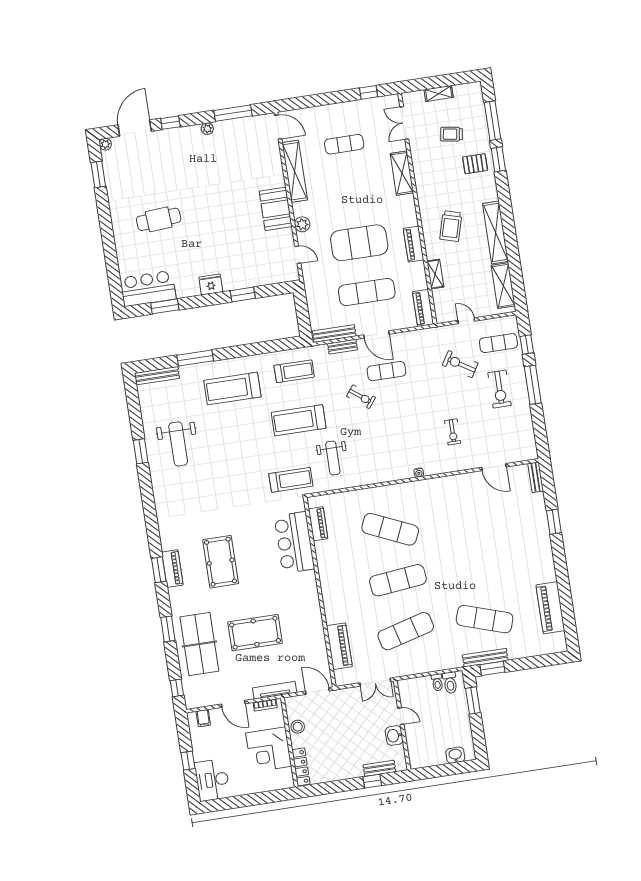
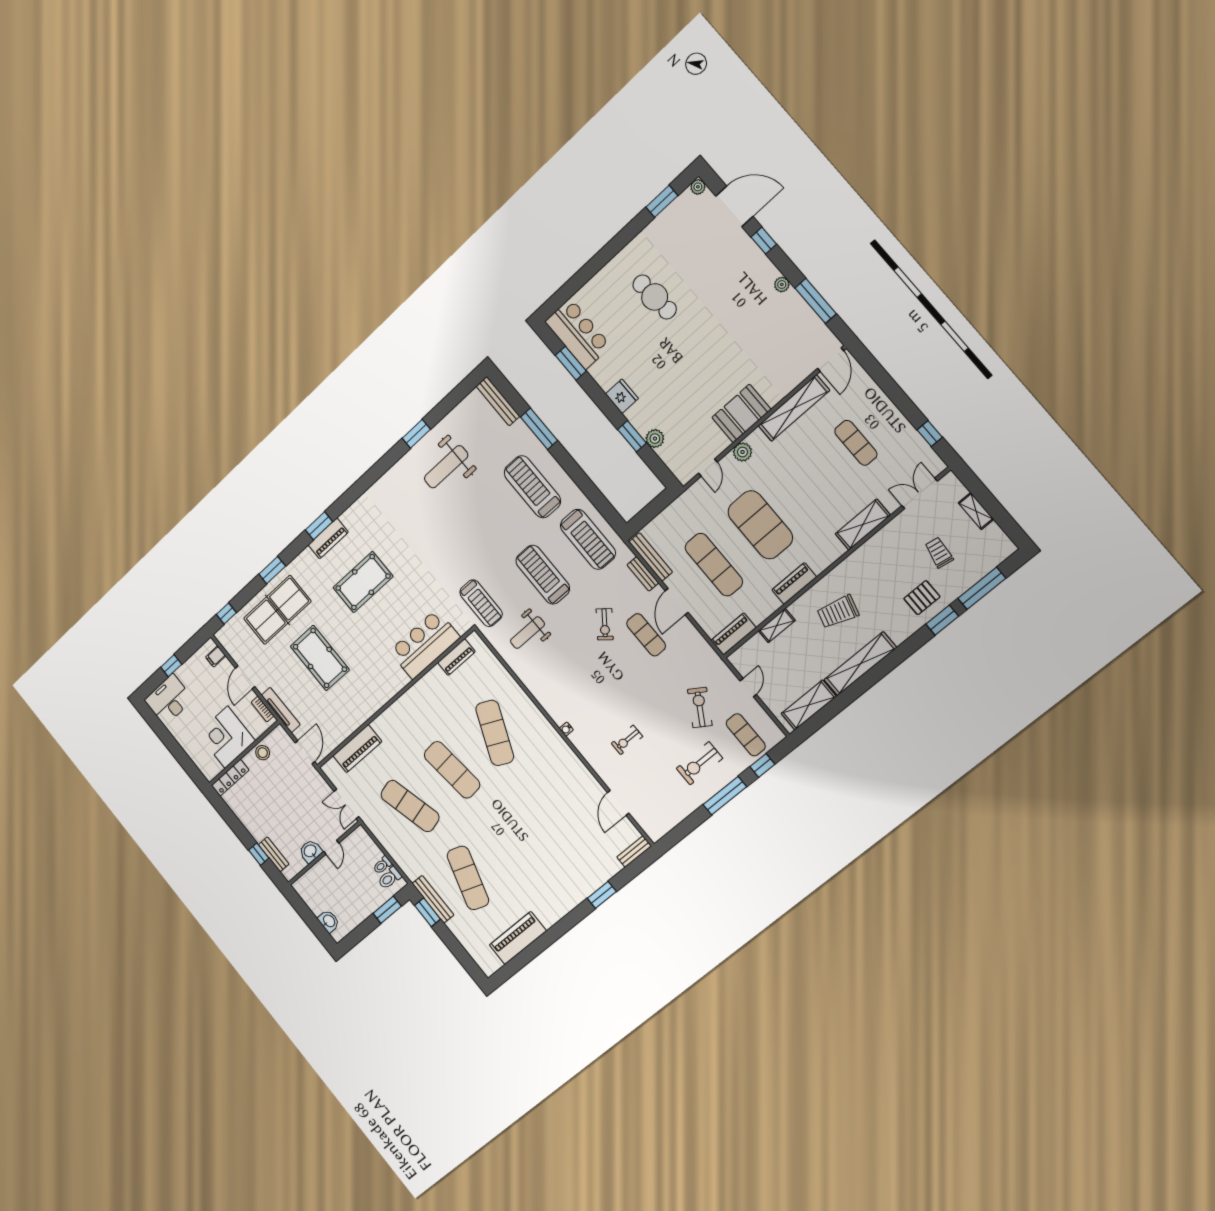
pallet: (475, 164) -> (922, 598), turned 90
plant: (255, 279) -> (655, 439), added
treadmill: (294, 371) -> (588, 539), width x1.37, depth x1.38

